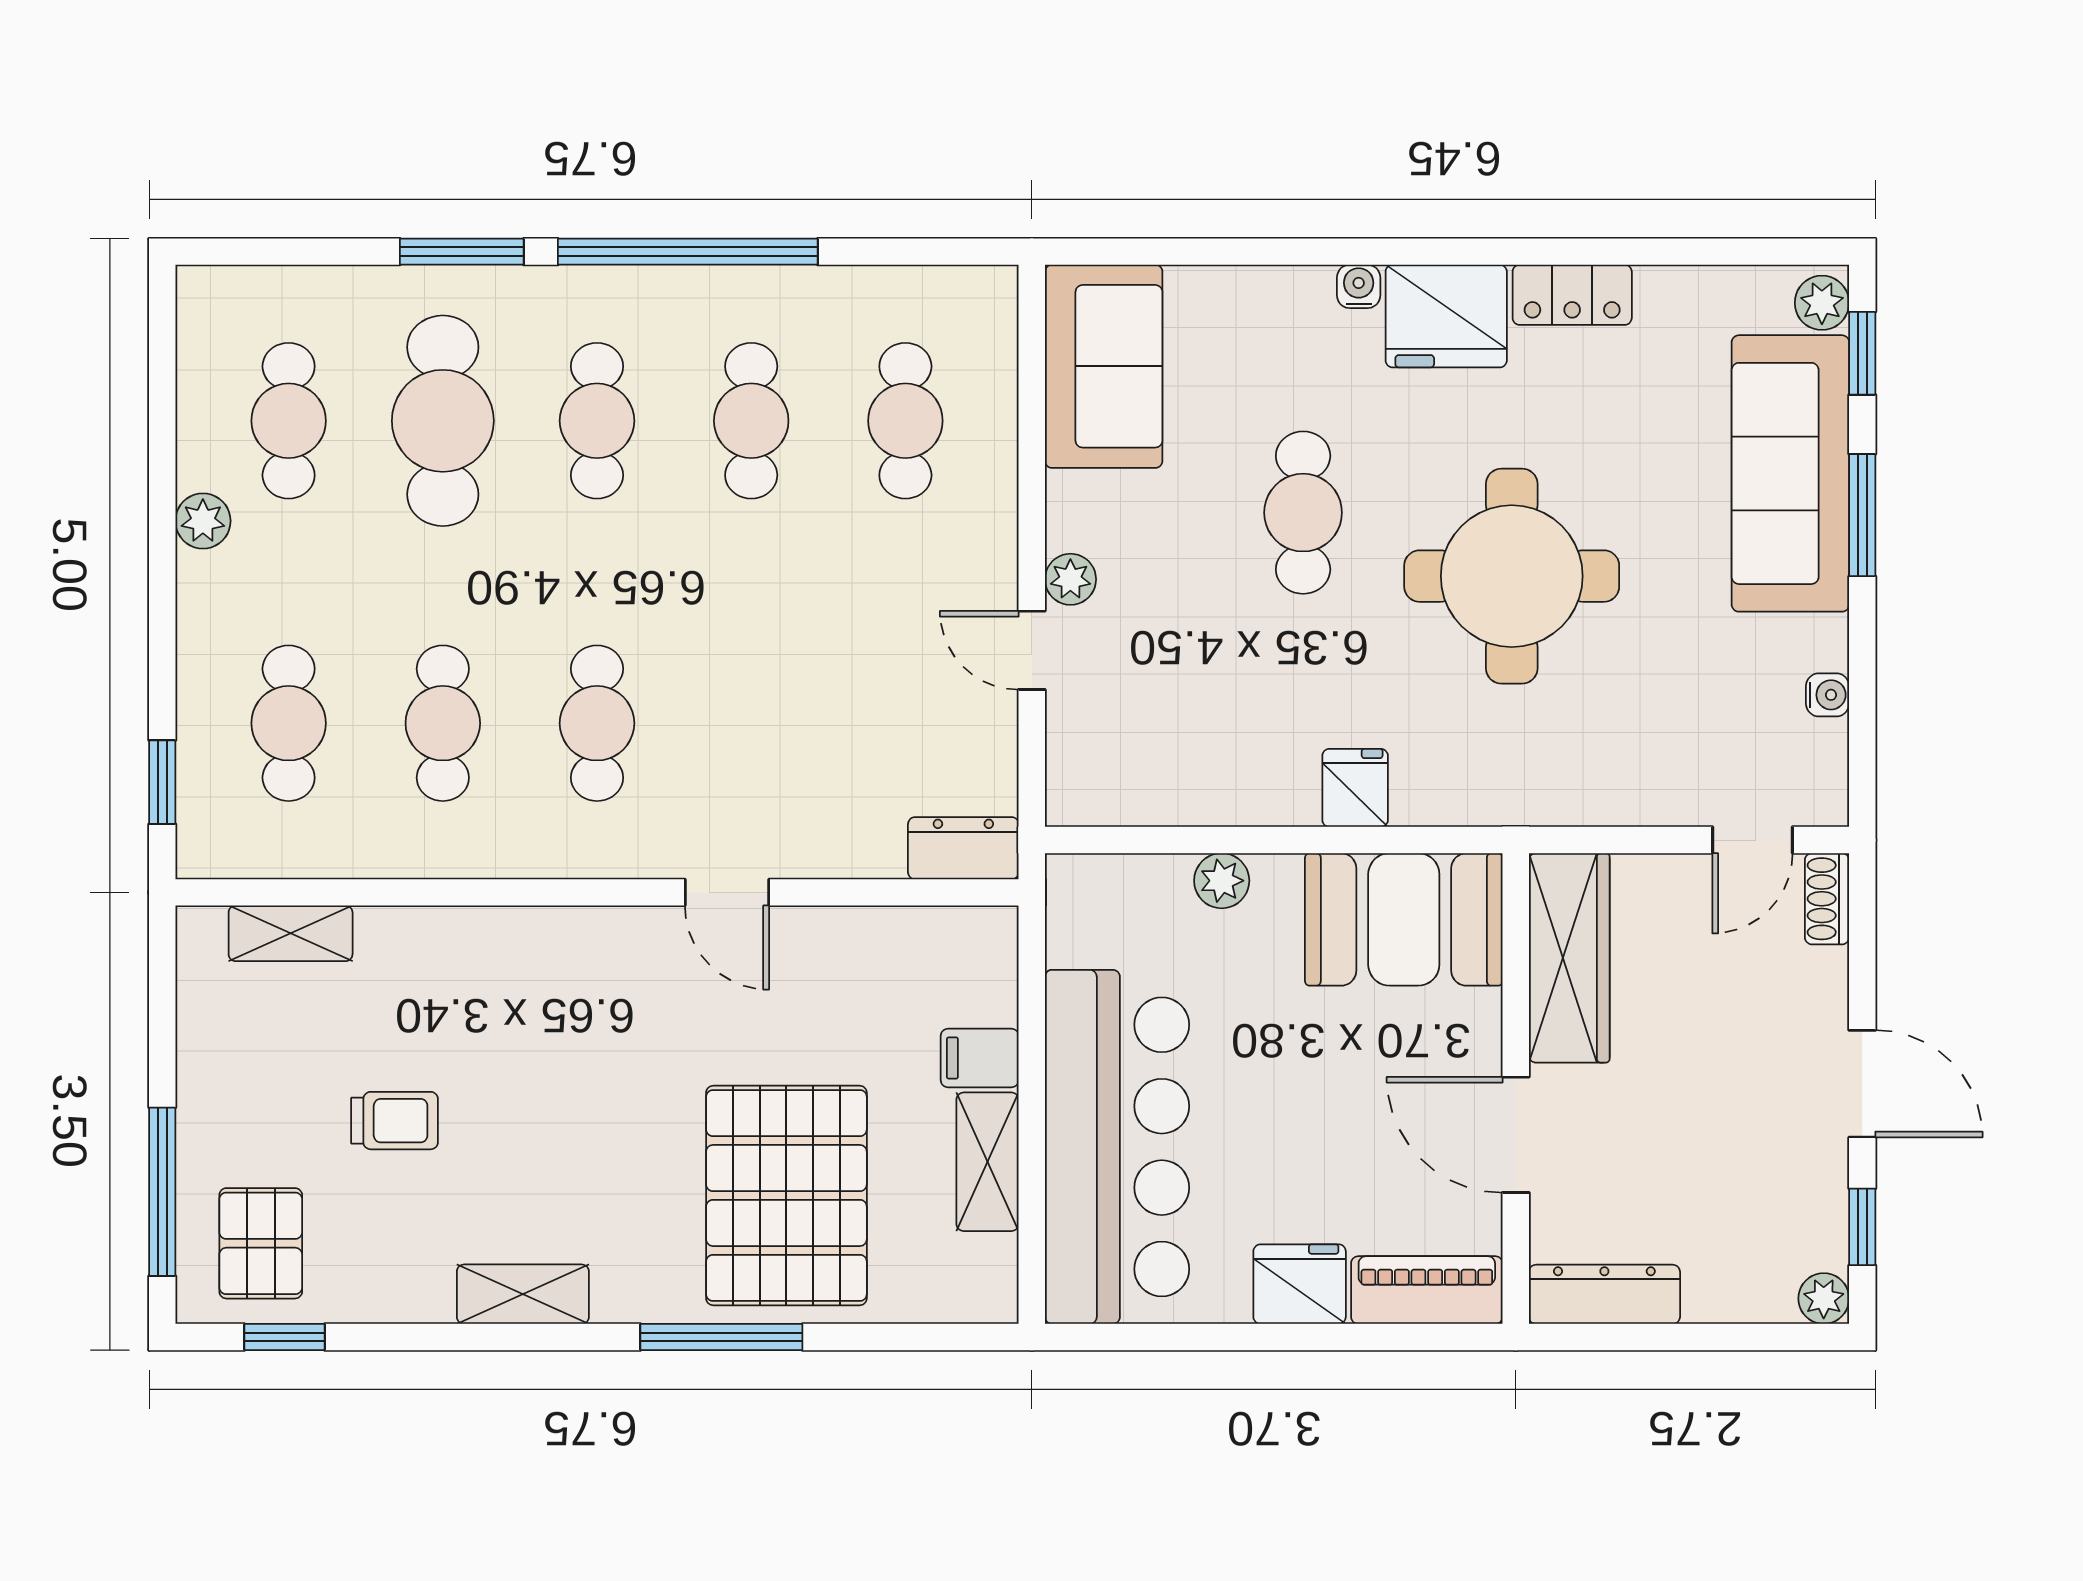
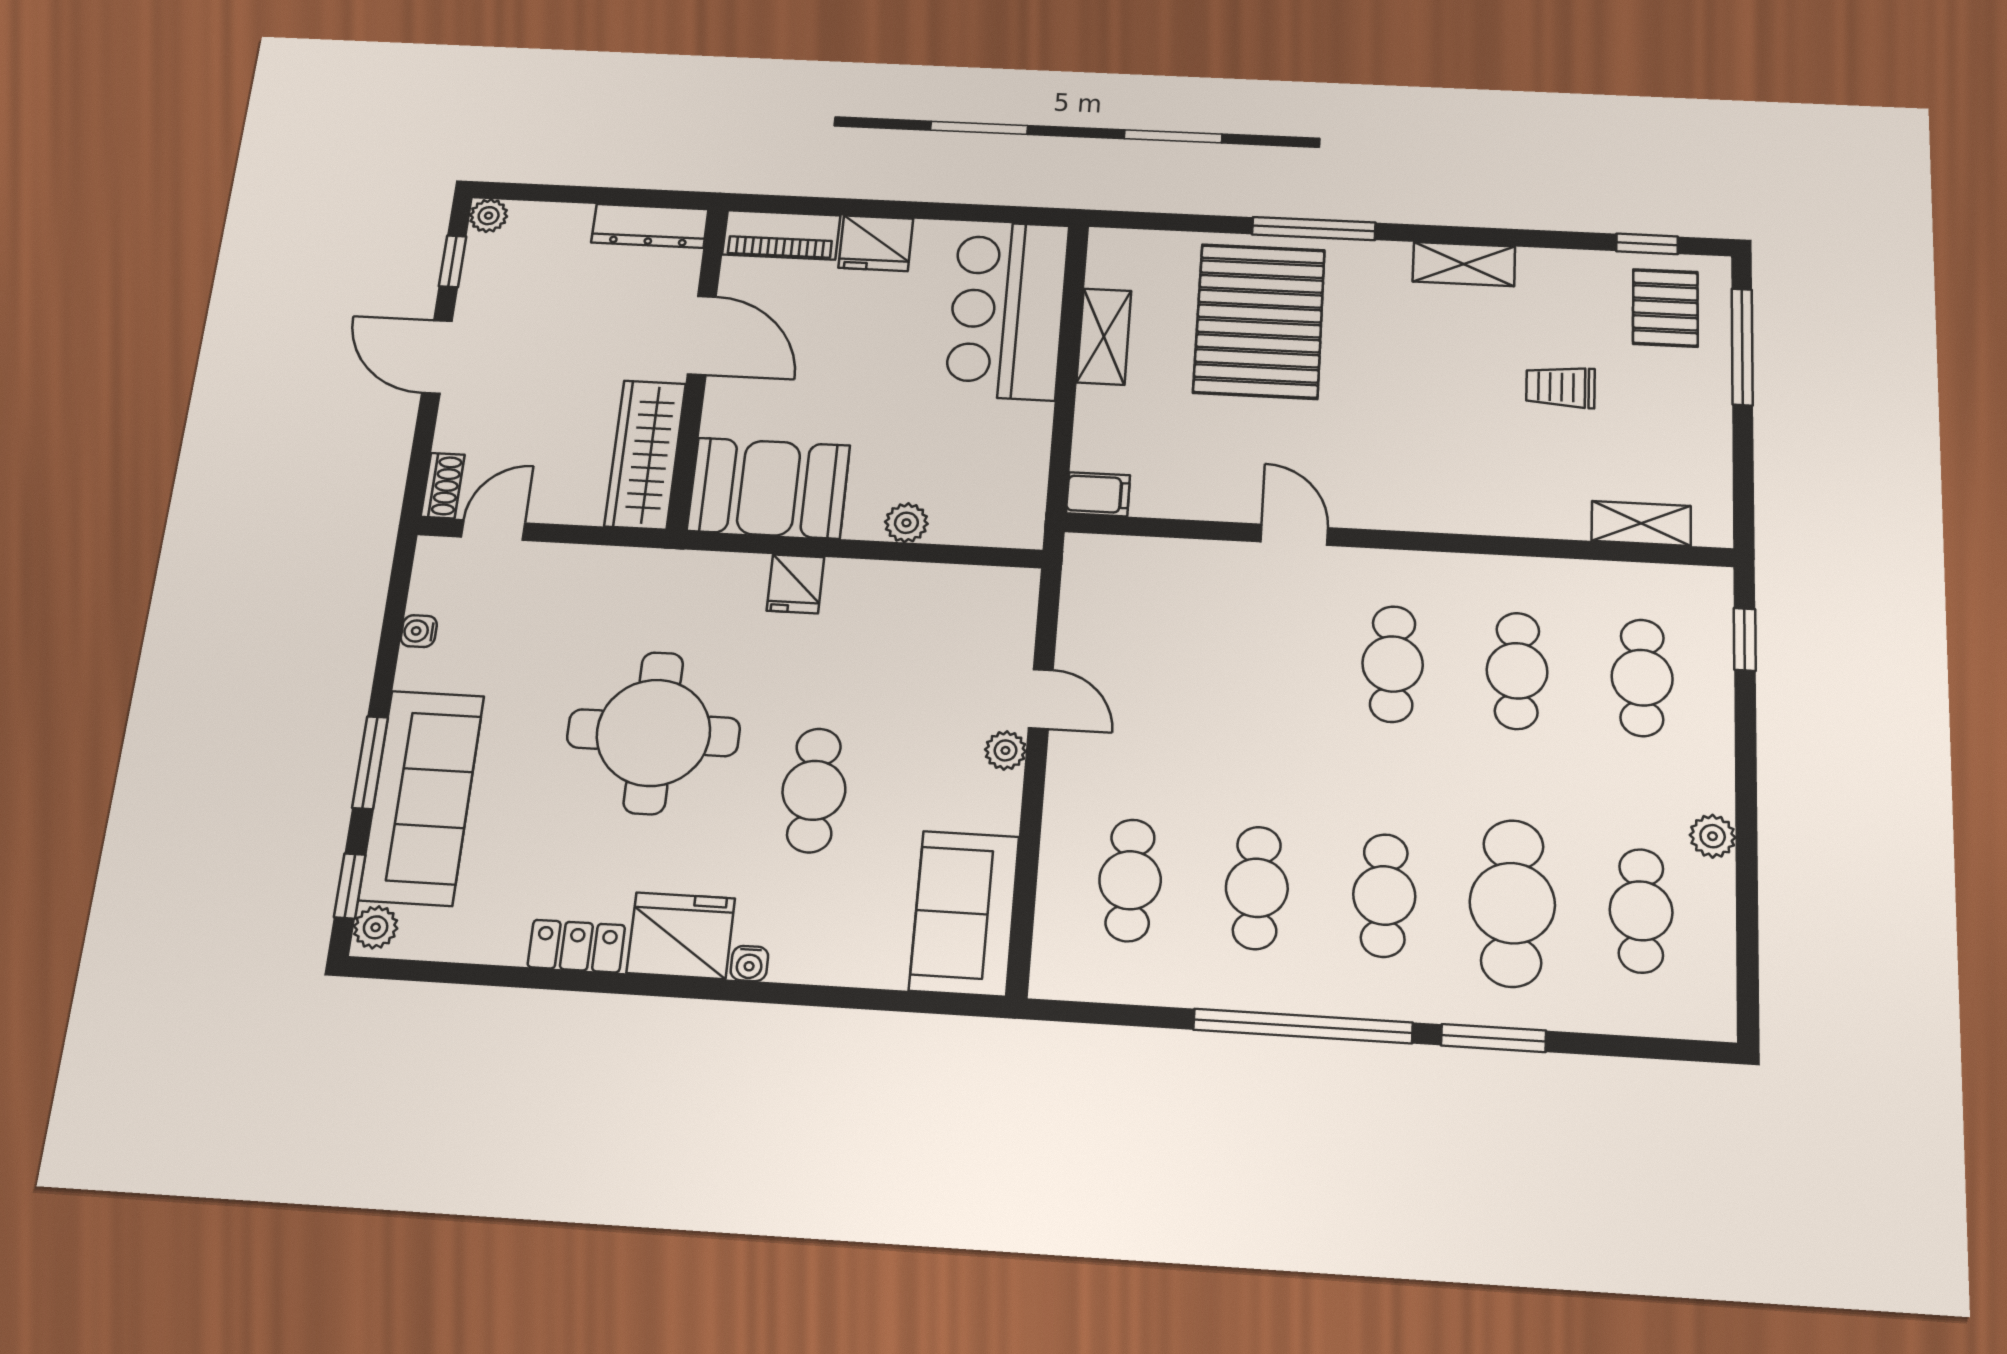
dresser: (963, 848) -> (1106, 557), removed
filing cabinet: (980, 1058) -> (1098, 494), moved
bar counter: (1117, 1147) -> (1007, 310), width x0.73

